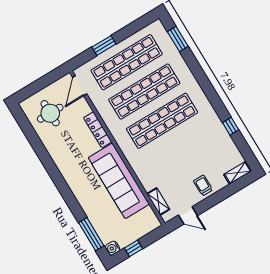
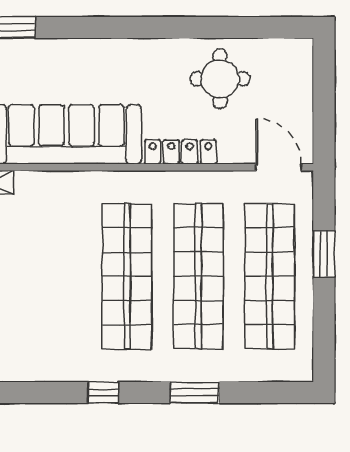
window: (178, 39) -> (195, 393), moved
round table: (50, 113) -> (220, 79), moved
window: (231, 126) -> (103, 393), moved

